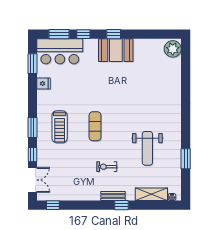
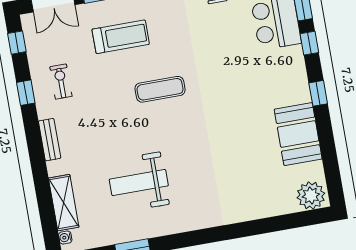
booth: (116, 50) -> (298, 134), moved
treadmill: (60, 127) -> (121, 37), moved, turned 180
exercise bike: (107, 167) -> (61, 81), moved
window: (122, 205) -> (26, 93), moved

